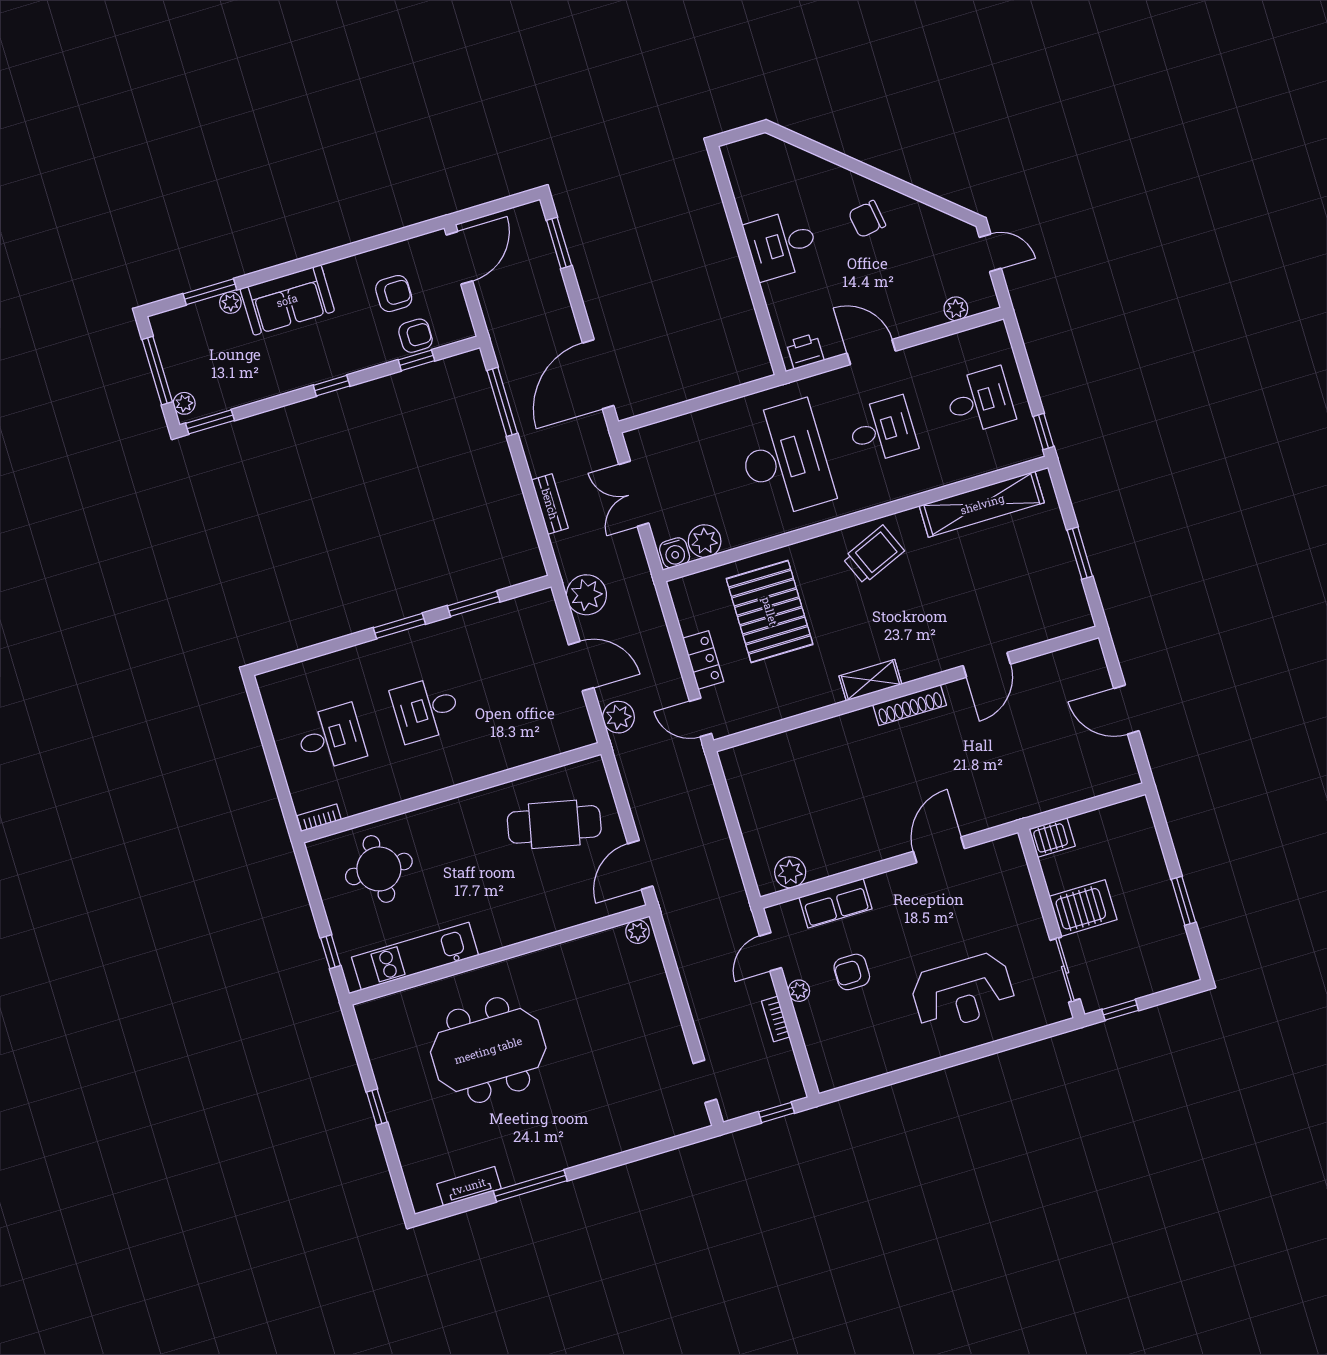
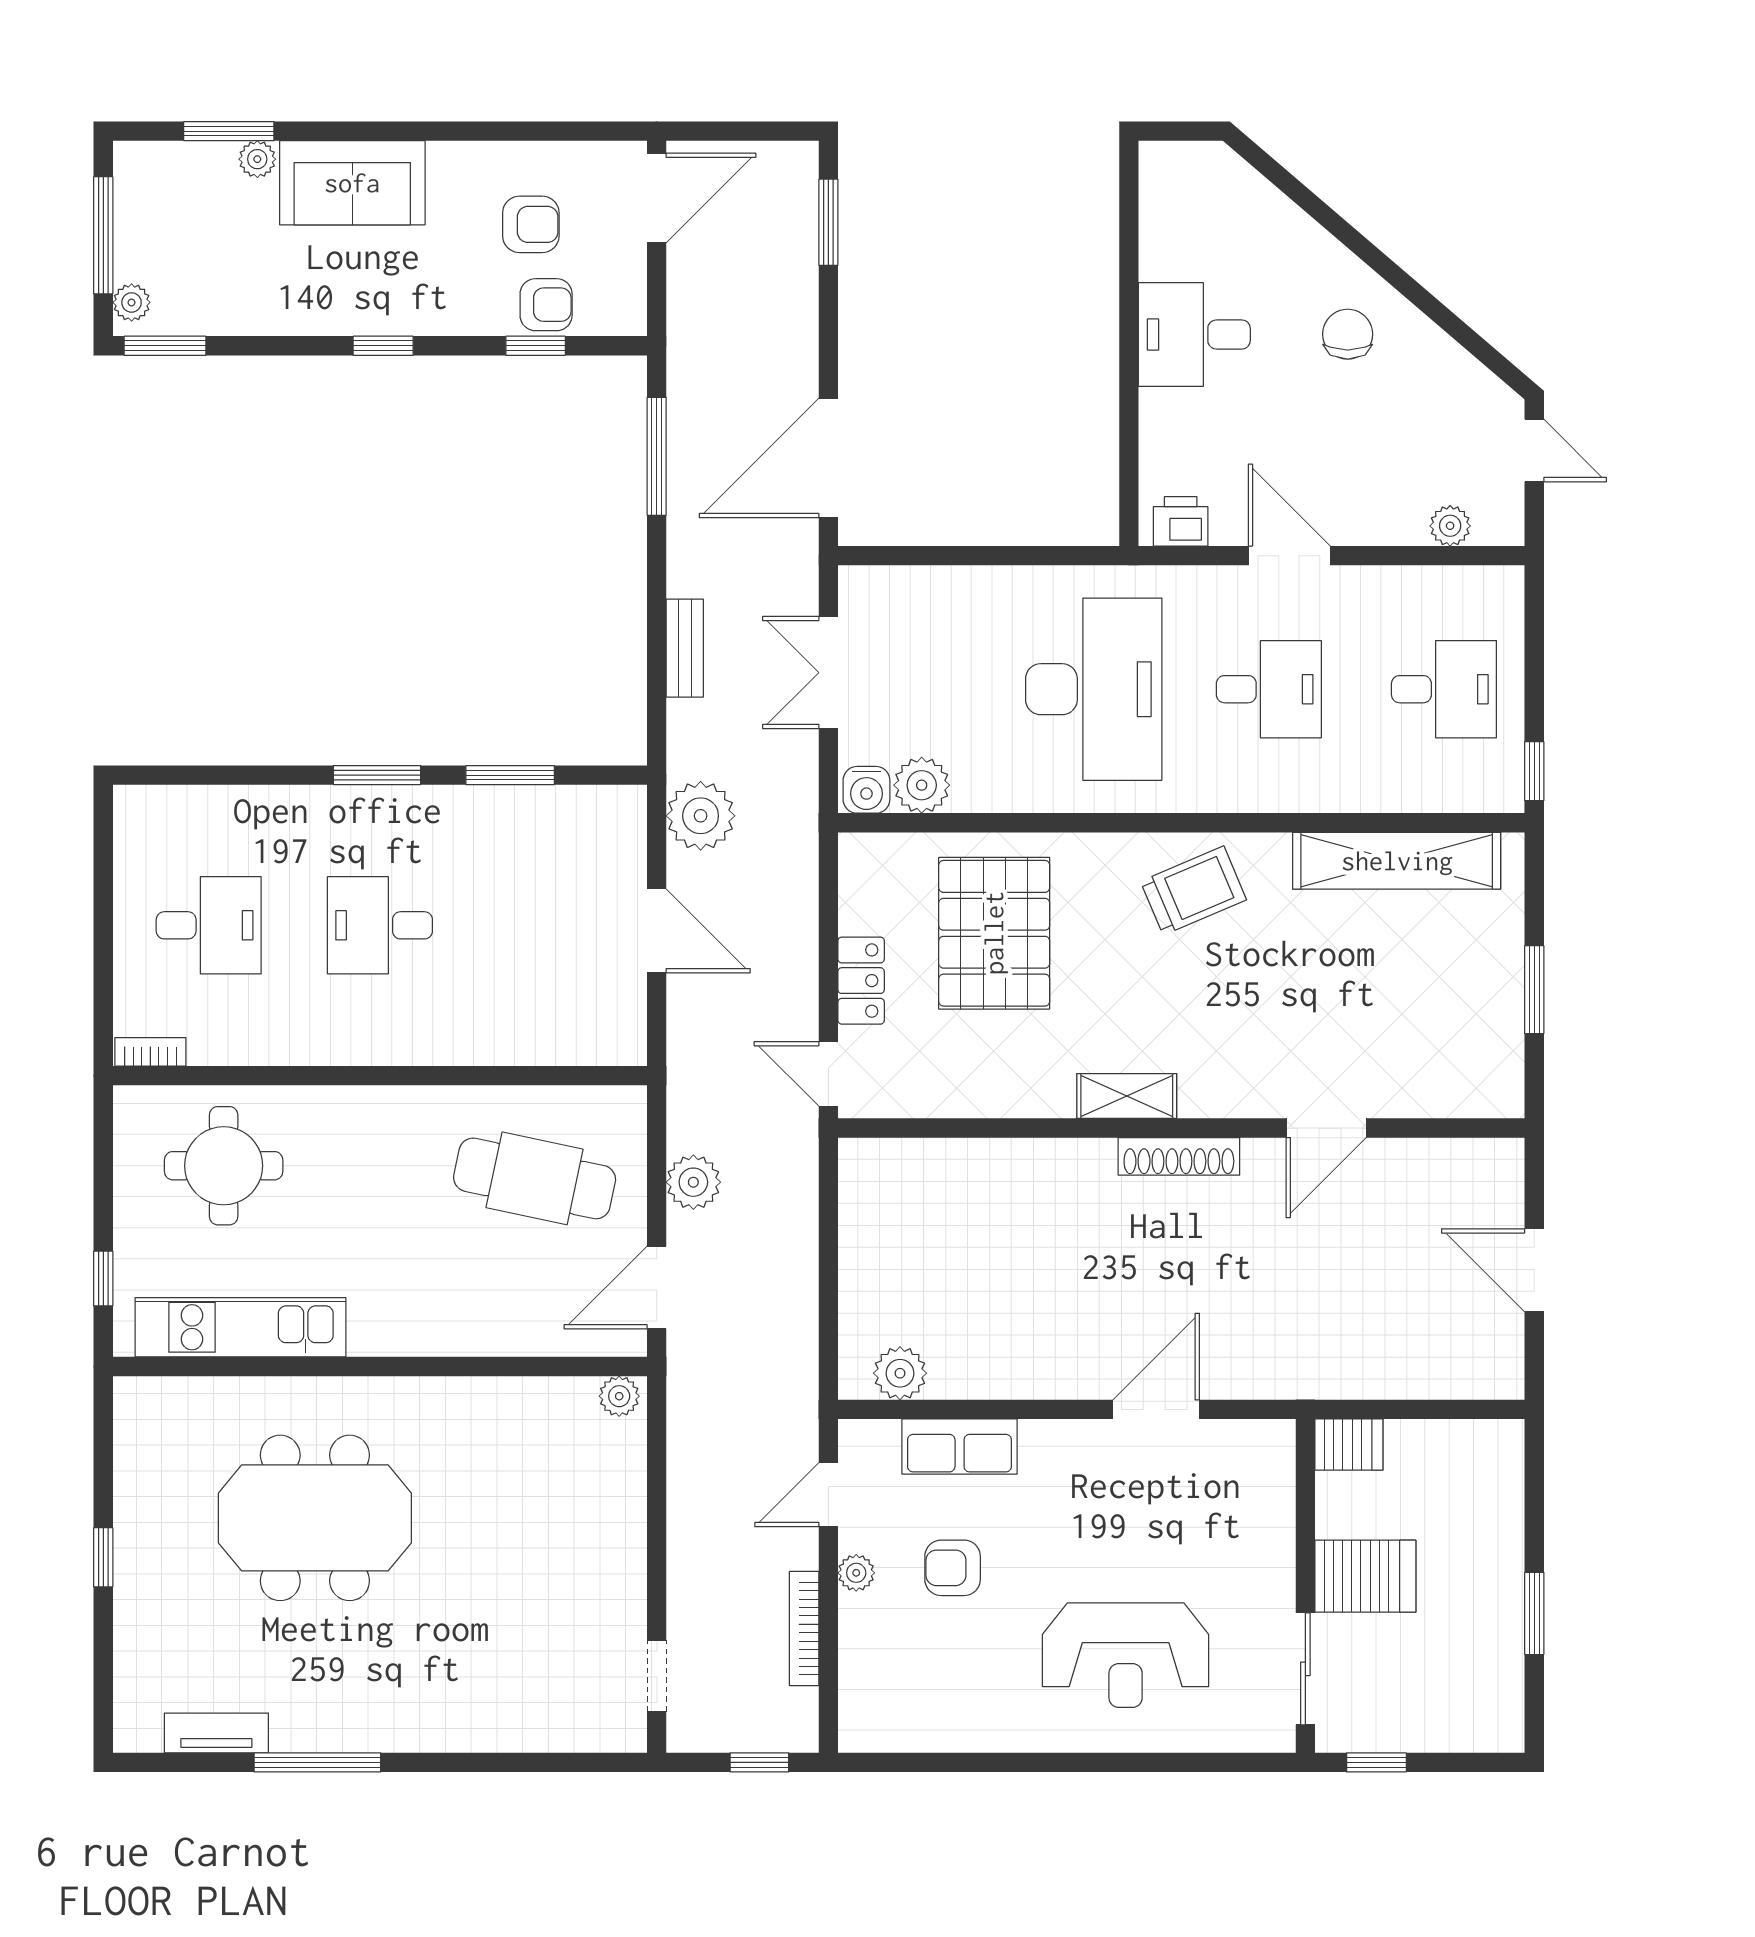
chair: (867, 219) -> (1348, 334), turned 99
plant: (619, 717) -> (693, 1182), moved
bookcase: (776, 1019) -> (804, 1629), width x1.56

